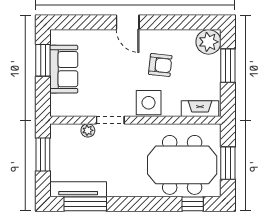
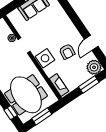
door: (128, 22) -> (91, 43), moved

